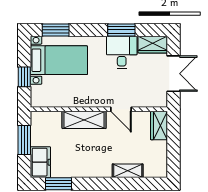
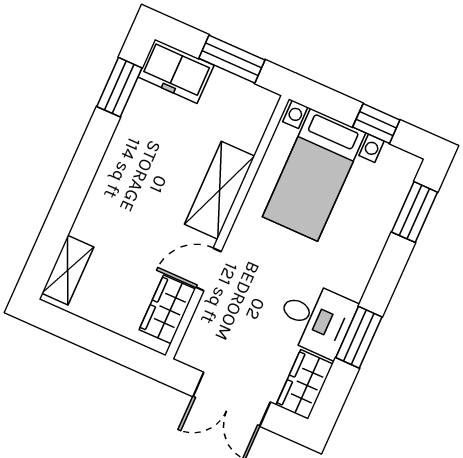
bed with nightstands: (59, 60) -> (314, 175), moved
window: (24, 77) -> (376, 123), moved
wardrobe: (159, 125) -> (167, 309), moved, turned -90
shelving: (128, 171) -> (68, 270), moved

